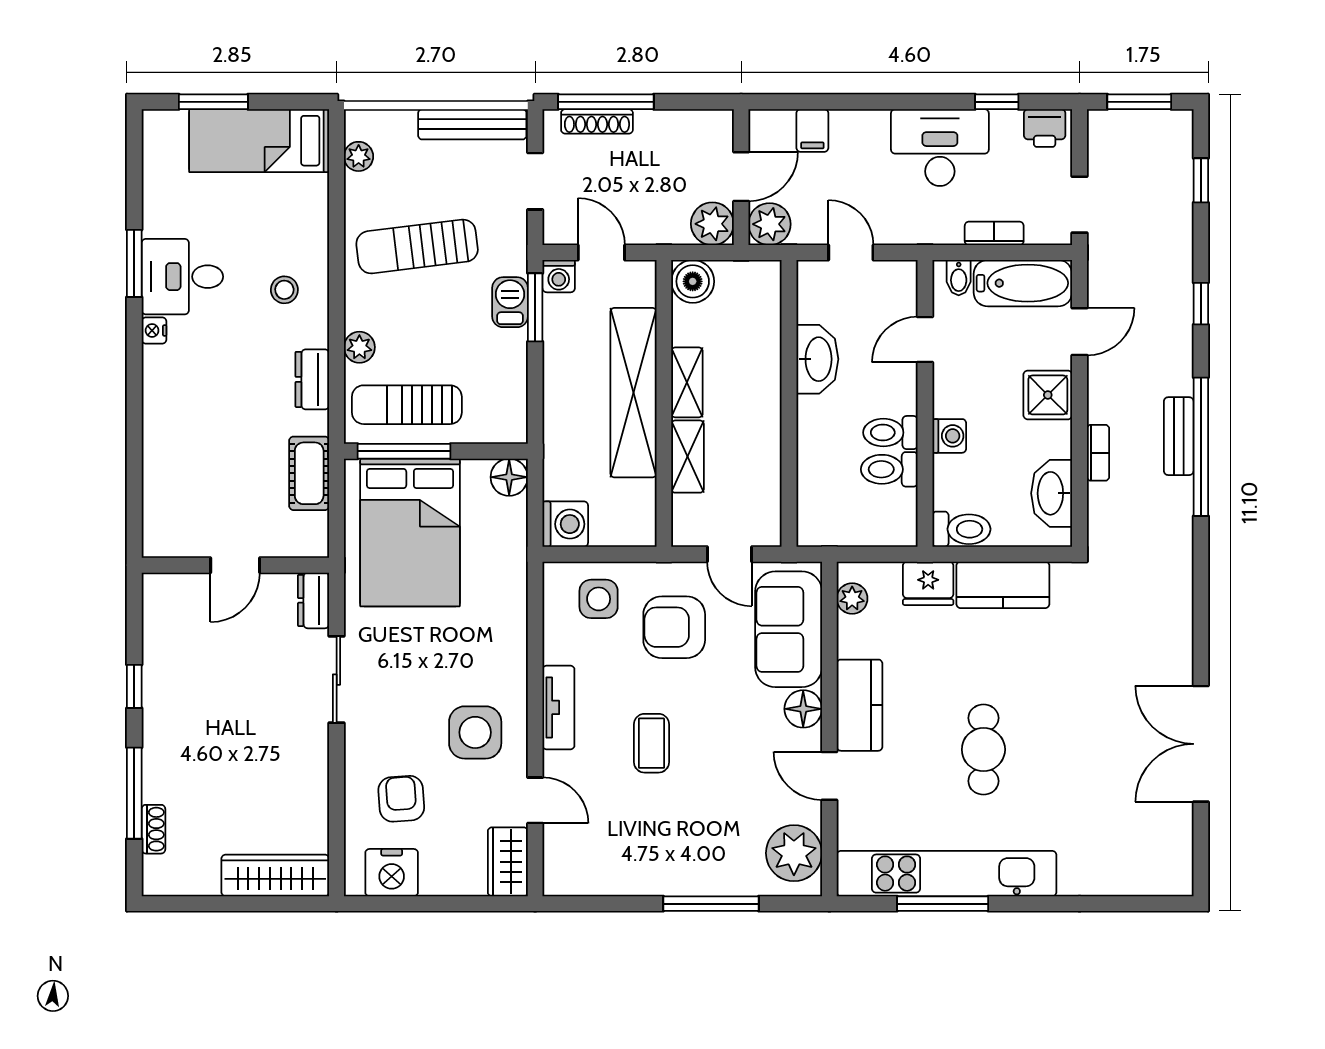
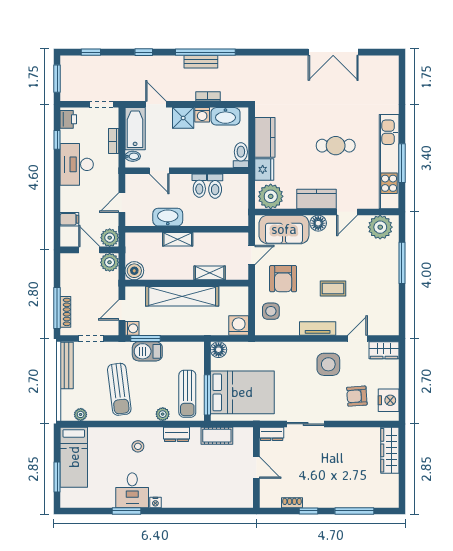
barbecue: (510, 302) -> (147, 351), width x1.38, depth x1.27
shelving: (687, 382) -> (178, 239), moved
washing machine: (949, 436) -> (202, 115), moved, turned 180
plant: (852, 598) -> (271, 196), width x1.88, depth x1.88
shoe rack: (153, 829) -> (292, 503), moved

